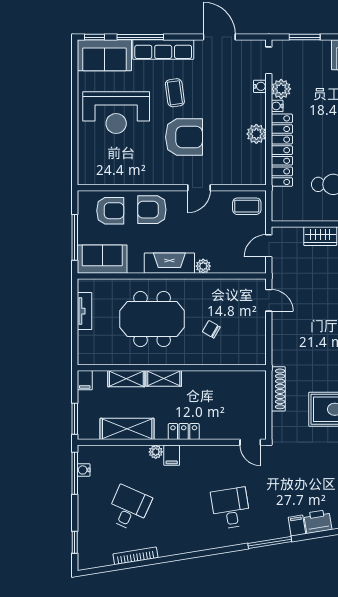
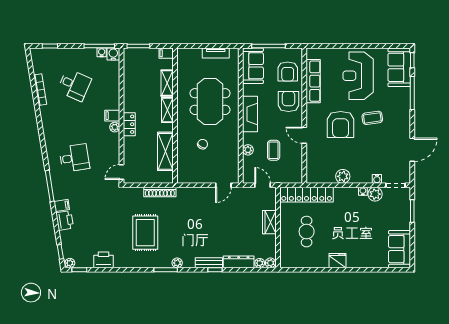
row of seats: (163, 49) -> (313, 81), moved, turned 180
locker: (282, 150) -> (307, 195), moved
coffee table: (247, 206) -> (274, 150), moved
plant: (203, 266) -> (248, 150), moved
shelving: (127, 429) -> (165, 151), moved
plant: (156, 452) -> (115, 127), moved
water cooler: (86, 454) -> (113, 54), added

